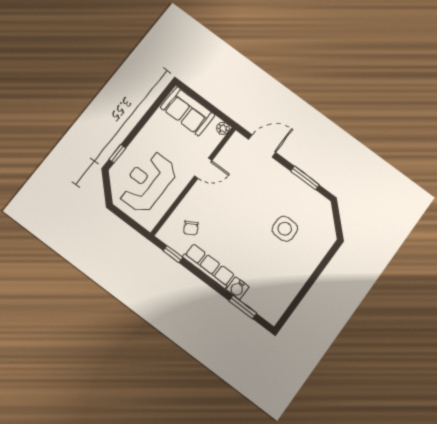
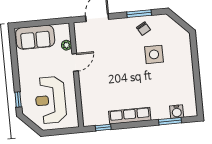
plant: (223, 128) -> (66, 45), moved
chair: (191, 228) -> (144, 29), moved
water cooler: (238, 288) -> (177, 112), moved

